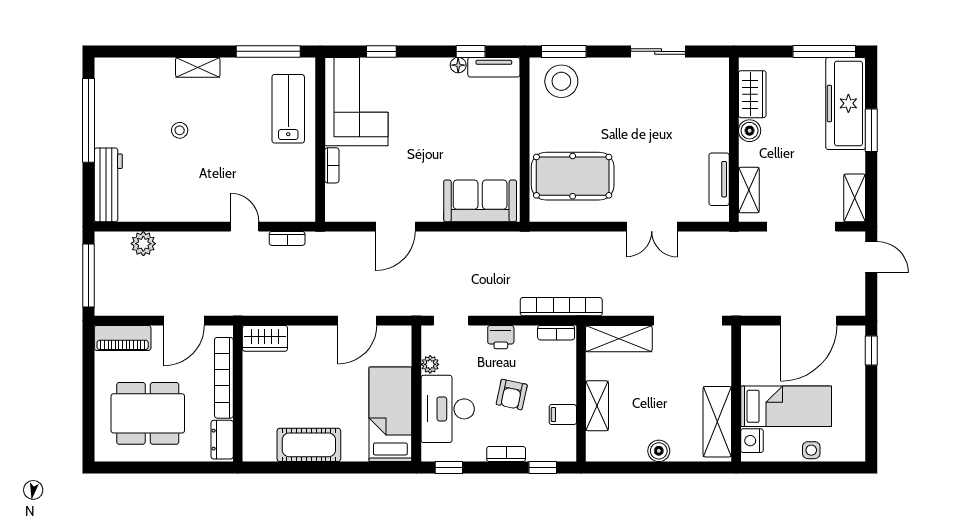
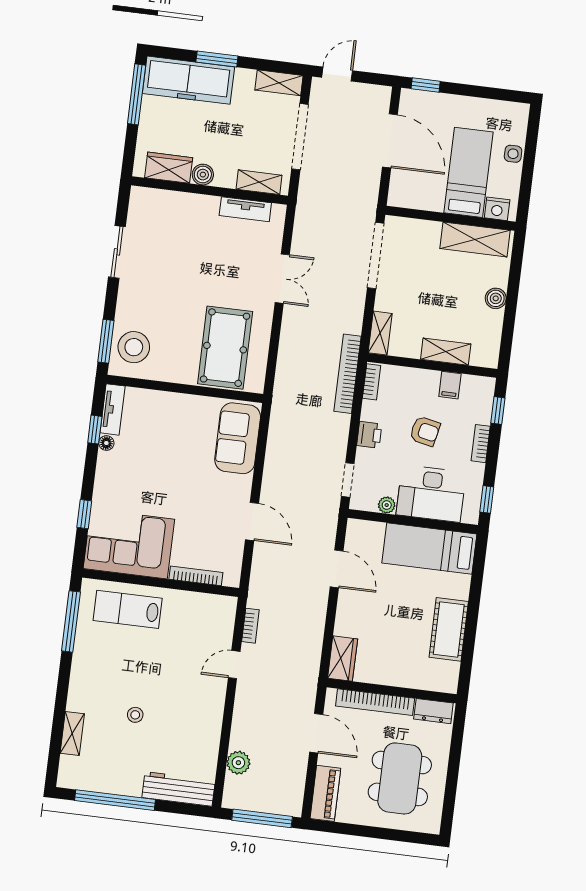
shelving: (198, 67) -> (72, 734), moved
bookcase: (332, 165) -> (196, 576), width x1.56
shelving: (619, 339) -> (380, 333), width x0.67, depth x0.75

